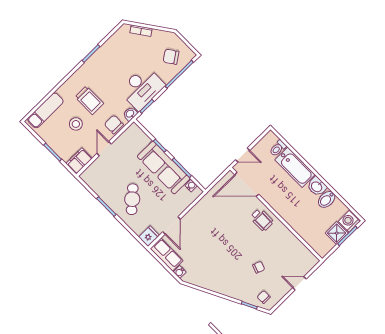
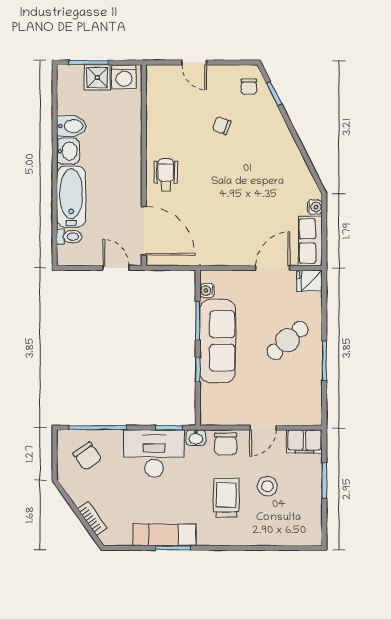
exam couch: (45, 110) -> (164, 535), moved
washing machine: (349, 221) -> (124, 77), moved

